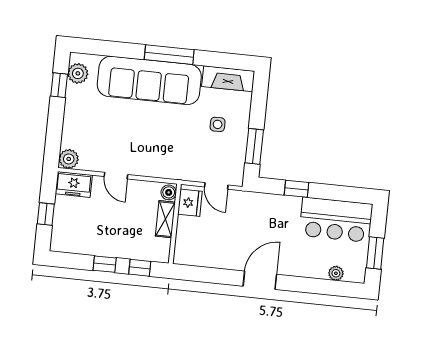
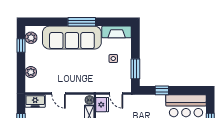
plant: (69, 159) -> (31, 72), moved

